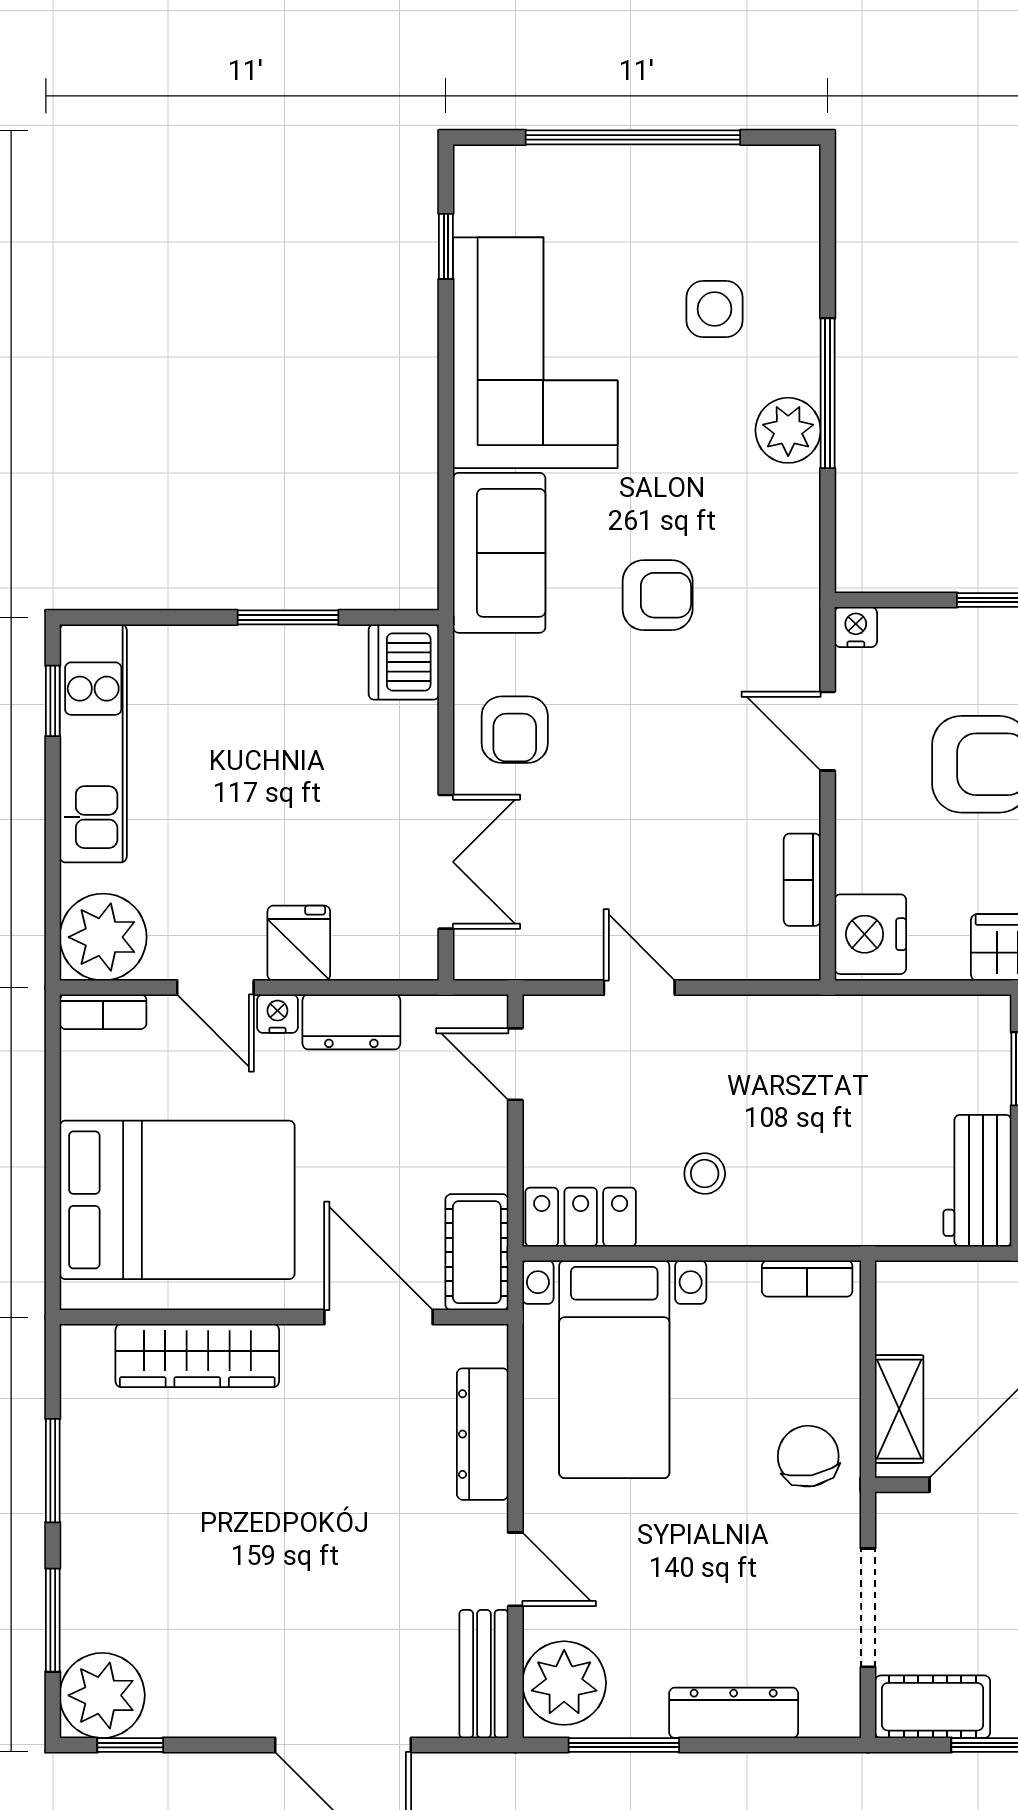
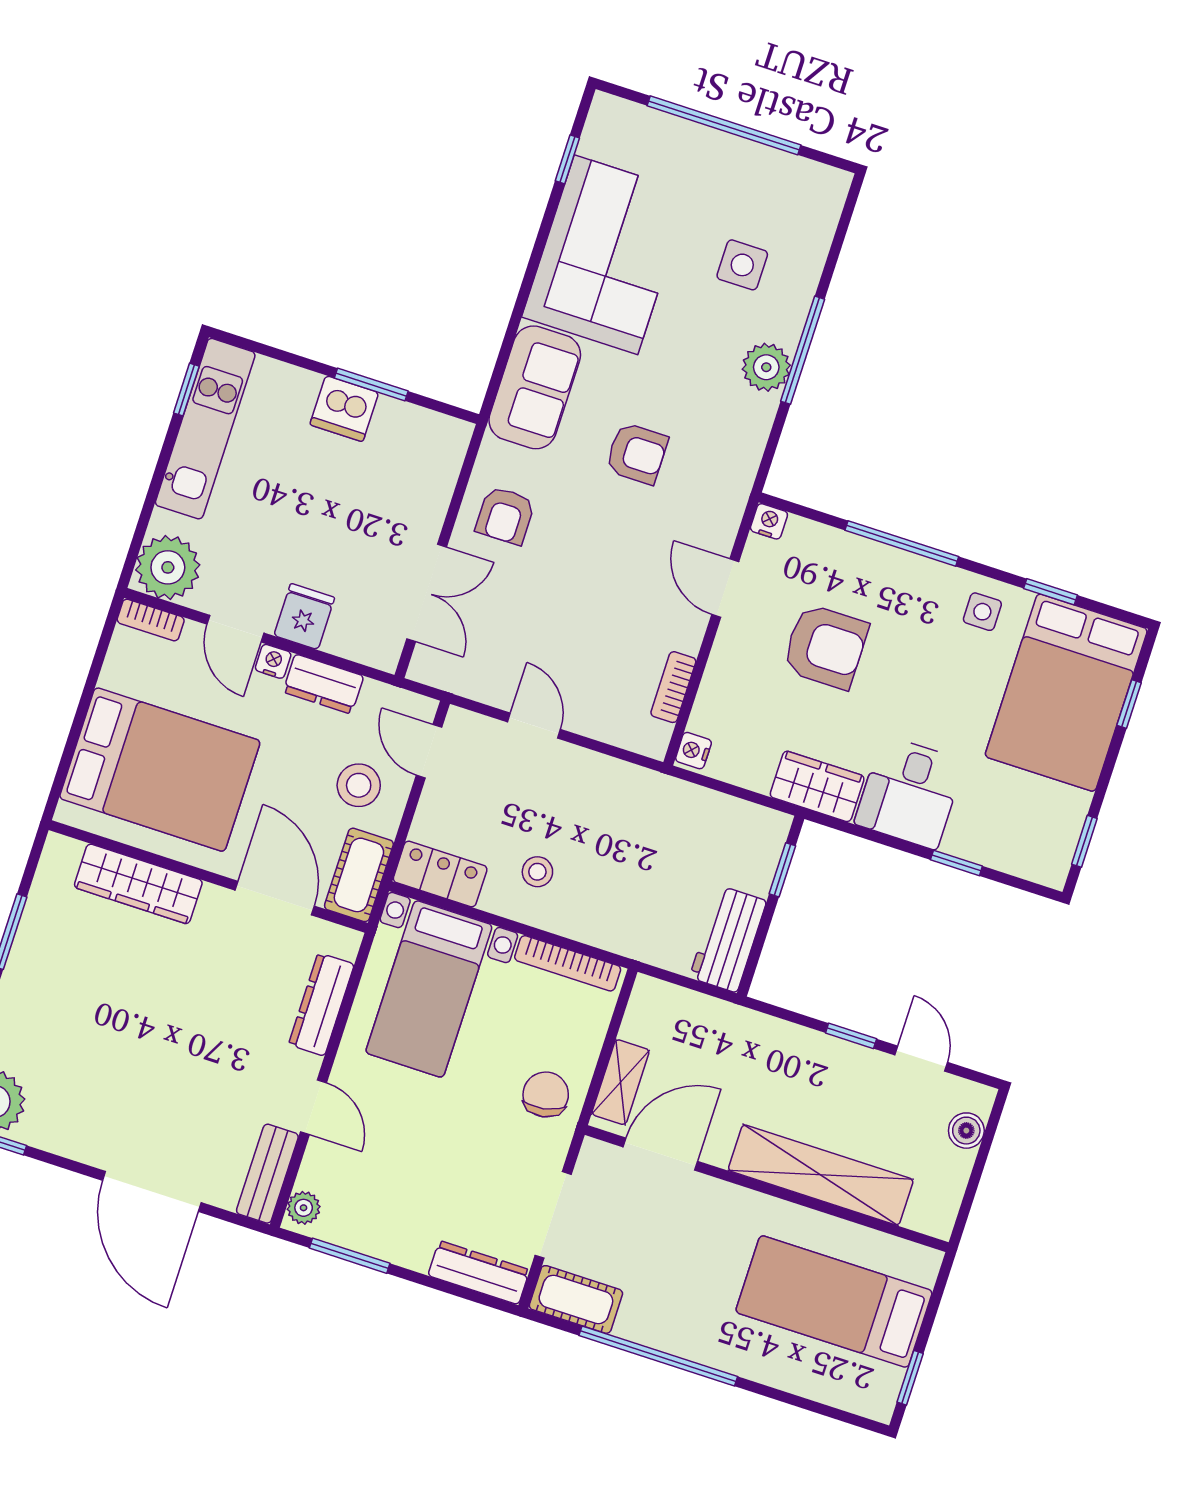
dishwasher: (404, 662) -> (344, 409), moved, turned -90
nightstand: (870, 934) -> (693, 751), width x0.53, depth x0.56
stool: (439, 1137) -> (359, 785), added
bookcase: (807, 1279) -> (568, 963), width x1.56
plant: (564, 1683) -> (304, 1208), width x0.53, depth x0.53
dresser: (734, 1713) -> (479, 1273), moved

